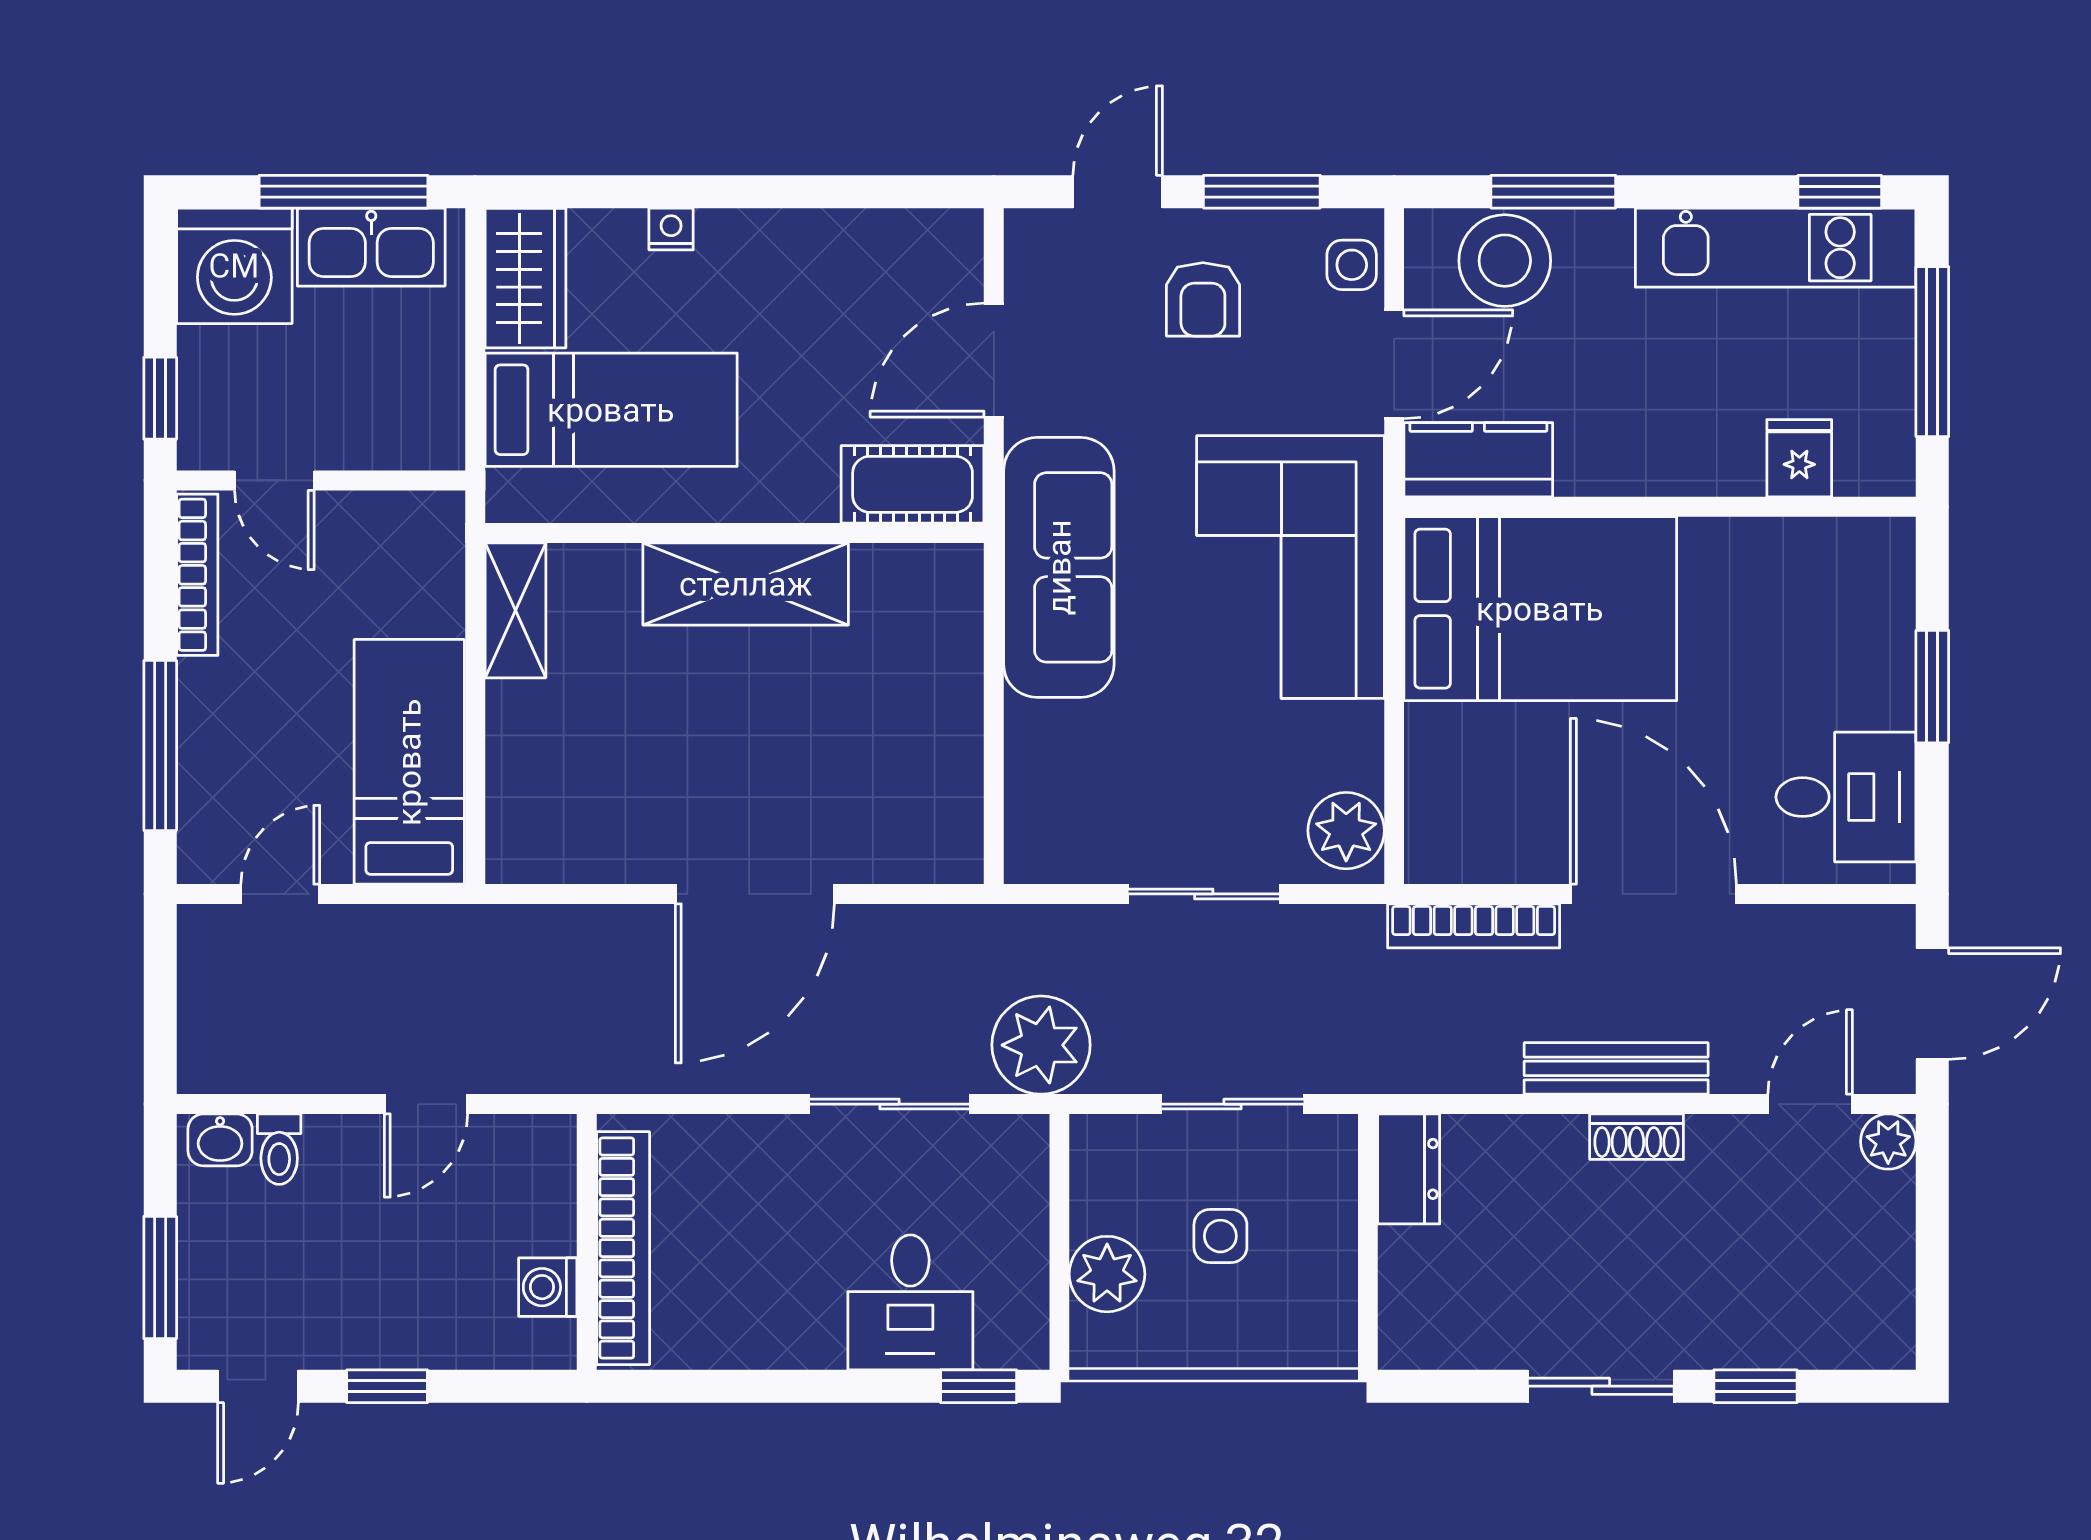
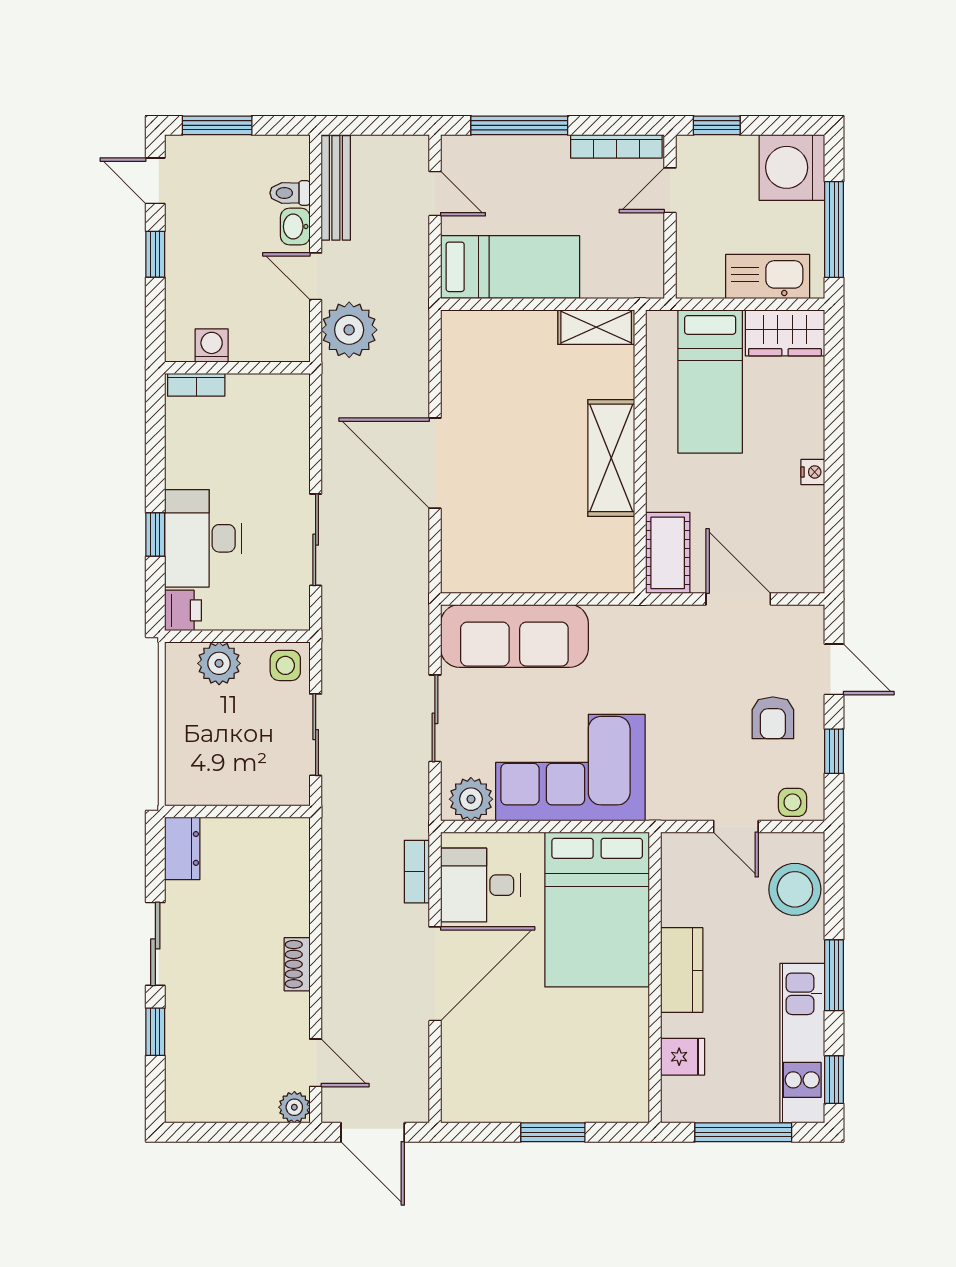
window: (1262, 192) -> (834, 751), width x0.67
window: (1553, 192) -> (834, 975), moved
nightstand: (671, 229) -> (813, 472), moved
kitchen sink: (371, 247) -> (768, 277), moved, turned 90
armchair: (1203, 299) -> (773, 718), turned -90
door: (1394, 364) -> (736, 826), width x0.73
kitchen counter: (1478, 460) -> (682, 970), moved
sofa: (1059, 567) -> (514, 636), moved
corner sofa: (1291, 567) -> (570, 768), moved
desk: (1846, 797) -> (480, 885), moved, turned 90
bookcase: (1474, 926) -> (417, 872), width x0.64
plant: (1041, 1045) -> (349, 330), moved
bench: (1616, 1068) -> (336, 188), moved
washbasin: (220, 1140) -> (295, 227), moved
dresser: (1409, 1169) -> (182, 848), moved, turned -90
side table: (1220, 1236) -> (285, 665), moved
bookcase: (623, 1248) -> (196, 385), width x0.43, depth x0.76
desk: (910, 1302) -> (203, 538), width x1.37
printer: (1014, 1337) -> (183, 610), added
window: (979, 1386) -> (155, 535), moved

